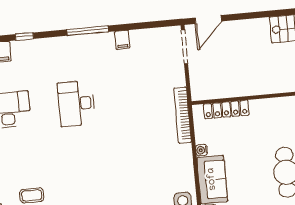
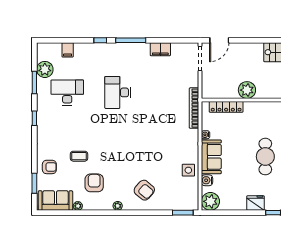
window: (24, 37) -> (100, 40), moved
filing cabinet: (122, 40) -> (160, 49), width x2.00
plant: (252, 84) -> (247, 90), added

